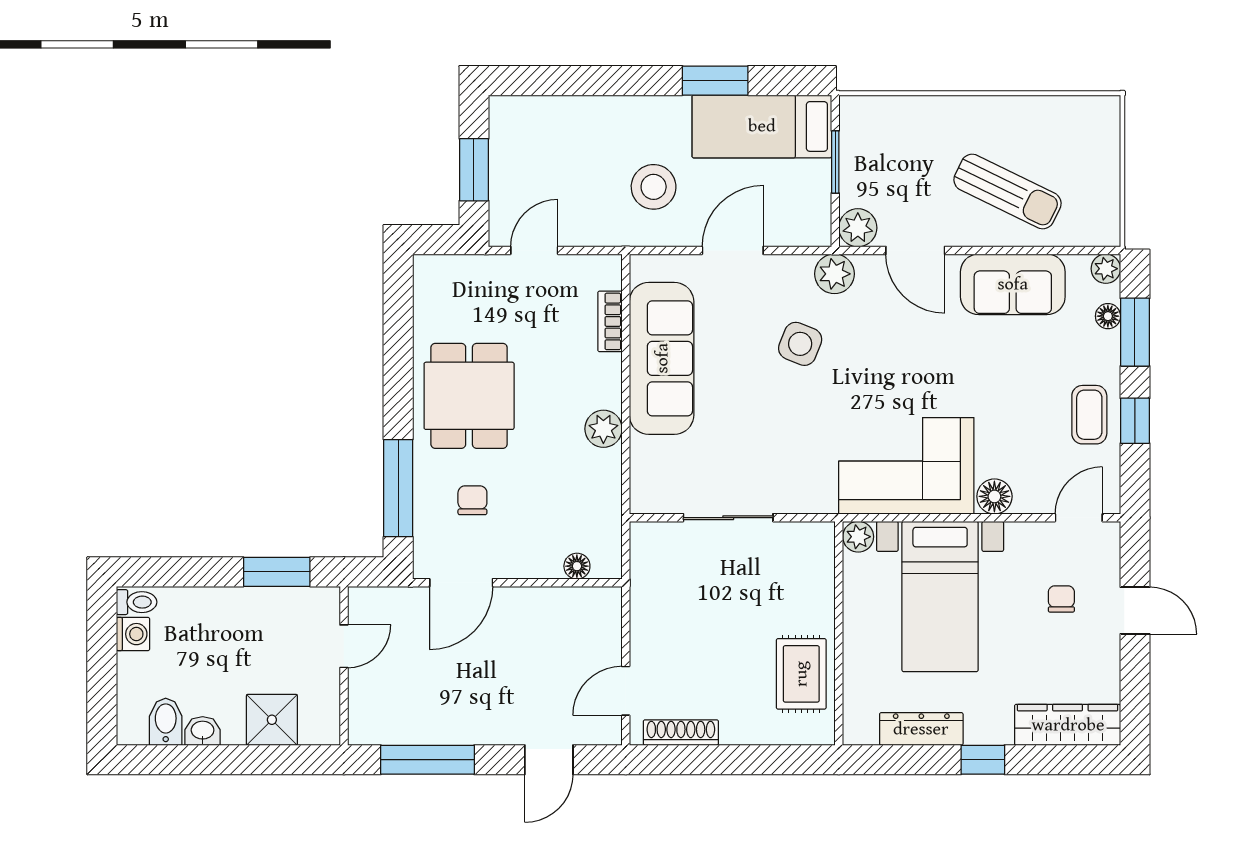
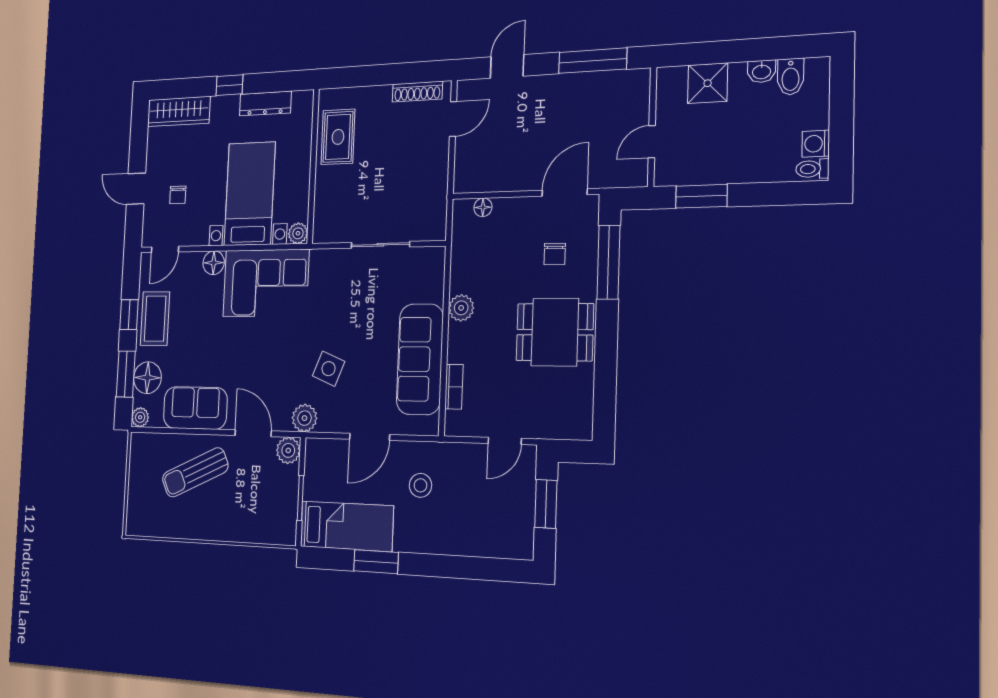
stool: (654, 187) -> (420, 485), width x0.73, depth x0.73
sun lounger: (1007, 192) -> (195, 472), turned -51
floor lamp: (1108, 316) -> (147, 378), width x1.89, depth x1.89
dining table: (469, 396) -> (555, 332), turned 90
coffee table: (1089, 415) -> (155, 319), width x1.36, depth x1.30

